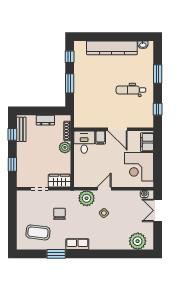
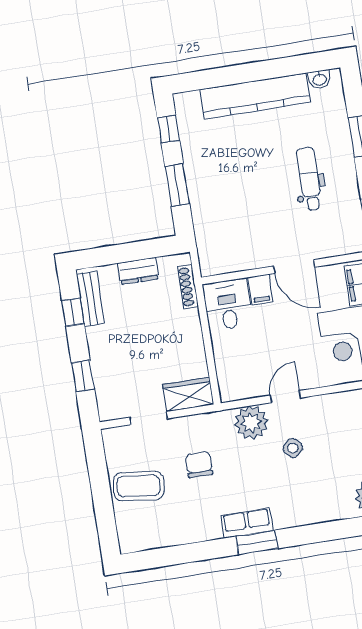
dental chair: (131, 90) -> (309, 179), turned 90
plant: (65, 147) -> (189, 322), removed
coffee table: (38, 232) -> (139, 486), moved
window: (56, 254) -> (257, 542), moved

